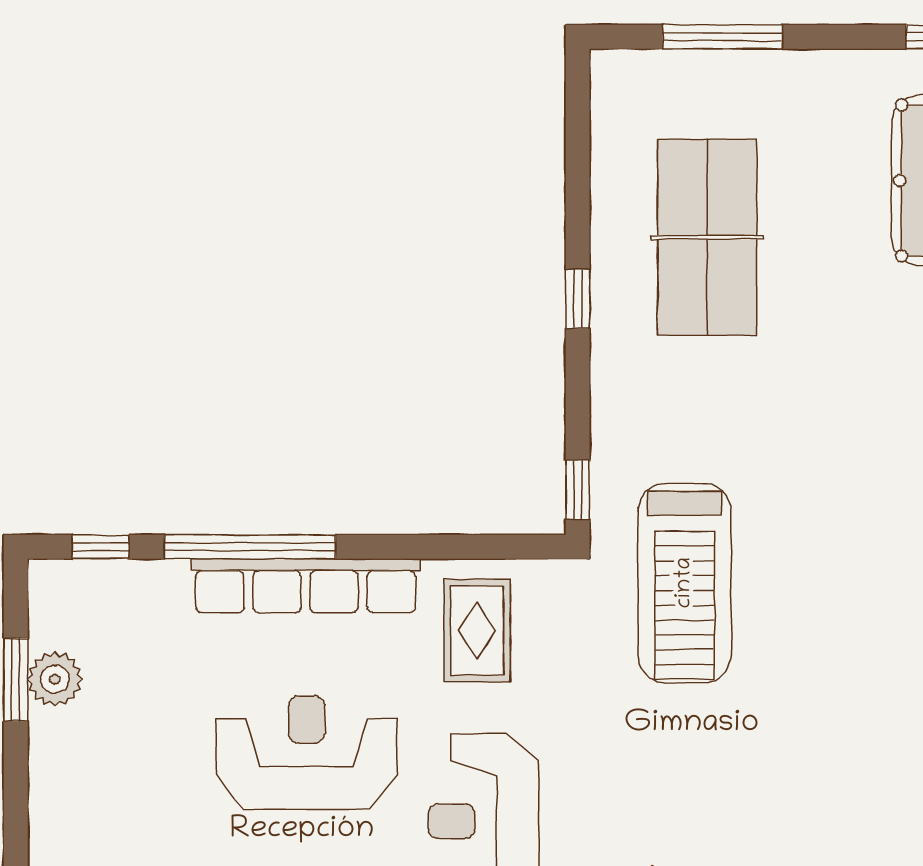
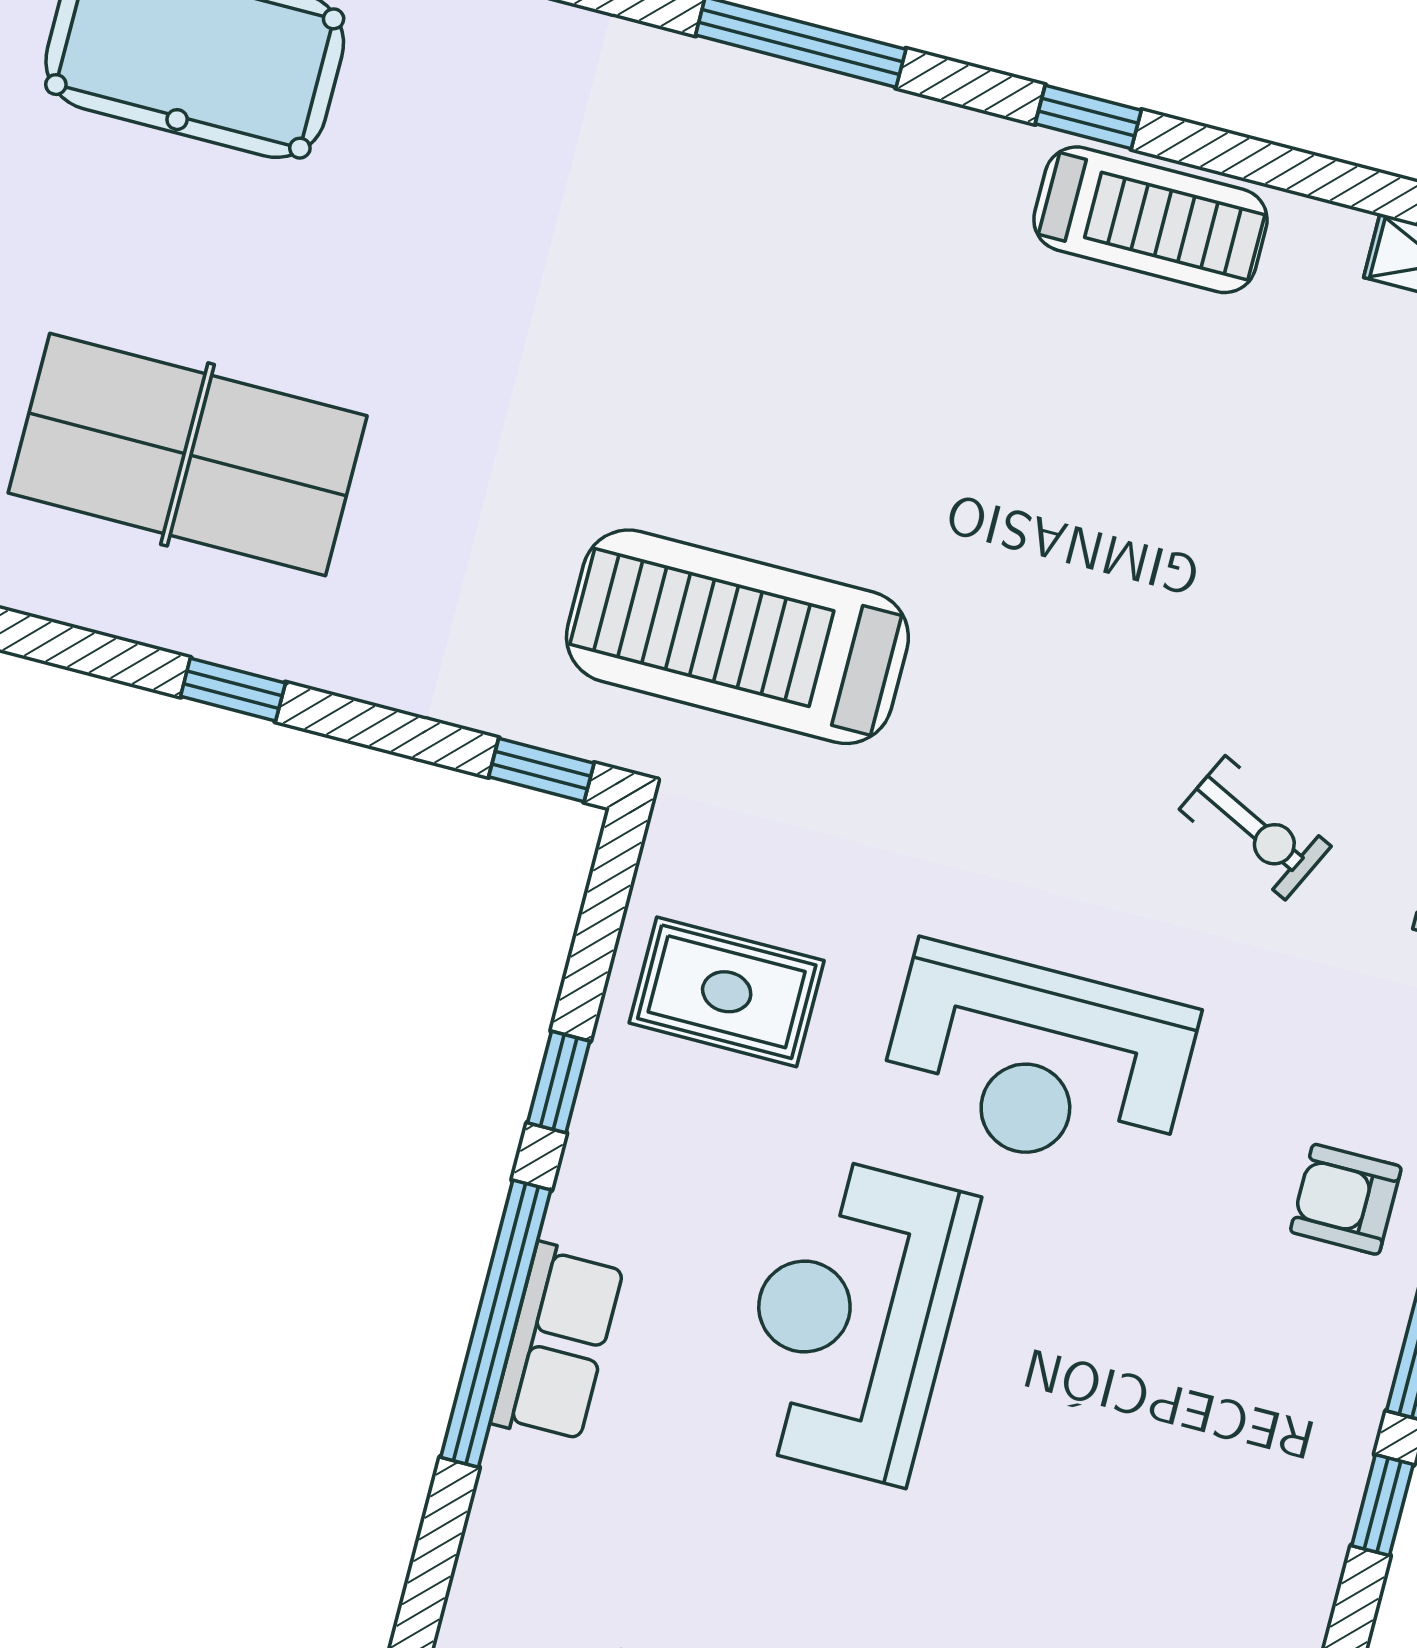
window: (100, 547) -> (559, 1082), moved
treadmill: (685, 583) -> (737, 637), turned 180
row of seats: (306, 586) -> (558, 1343), width x0.50

